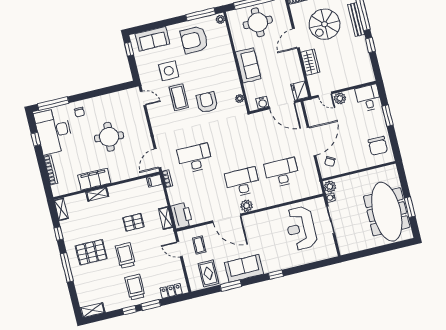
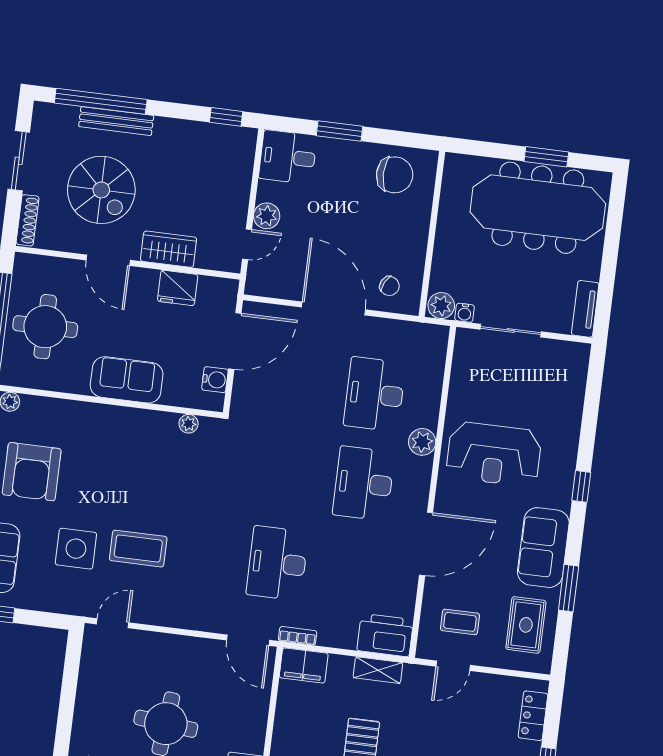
window: (370, 45) -> (226, 117), moved
fridge: (300, 91) -> (178, 288), moved
armchair: (207, 102) -> (171, 494), removed
filing cabinet: (154, 181) -> (304, 665), width x2.00
plant: (247, 206) -> (422, 442), moved
reception desk: (301, 228) -> (494, 454), moved
tv unit: (352, 248) -> (585, 309), added
rug: (208, 273) -> (526, 625), turned 90

